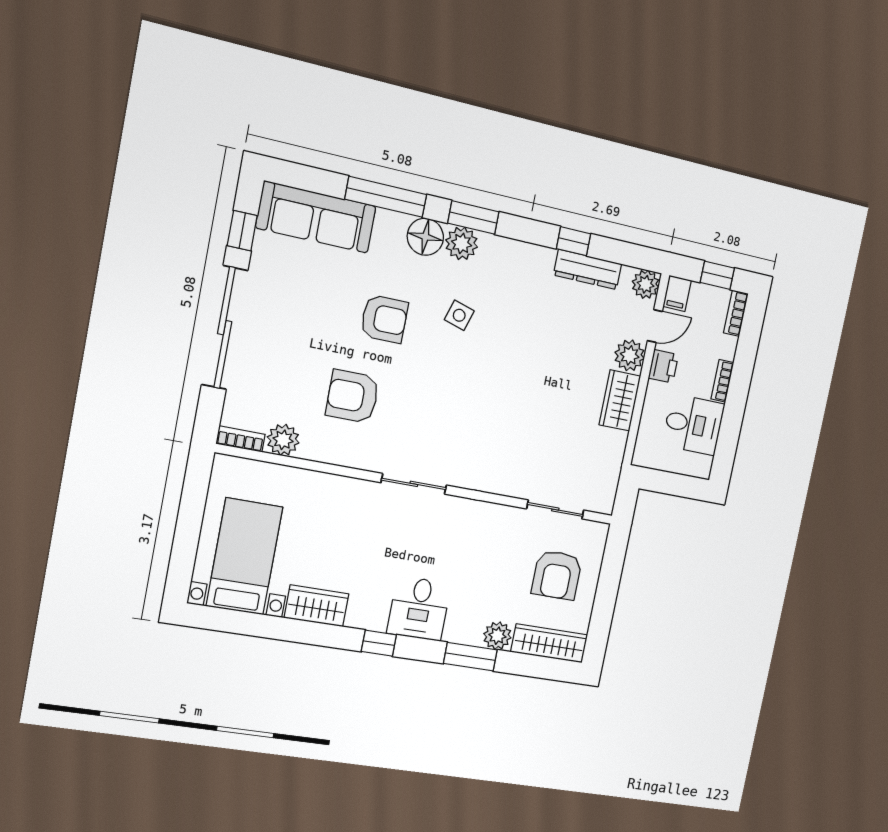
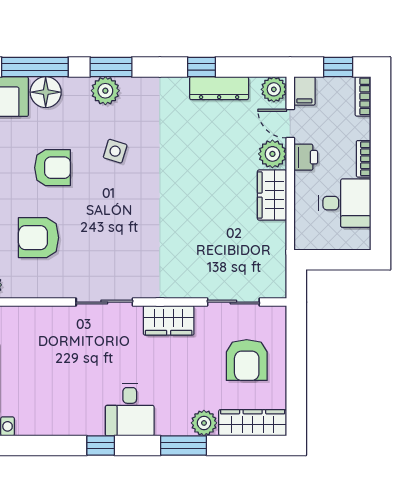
floor lamp: (425, 237) -> (46, 92), moved
door: (655, 326) -> (290, 124), swing flipped
wardrobe: (317, 606) -> (169, 320), moved, turned 180

